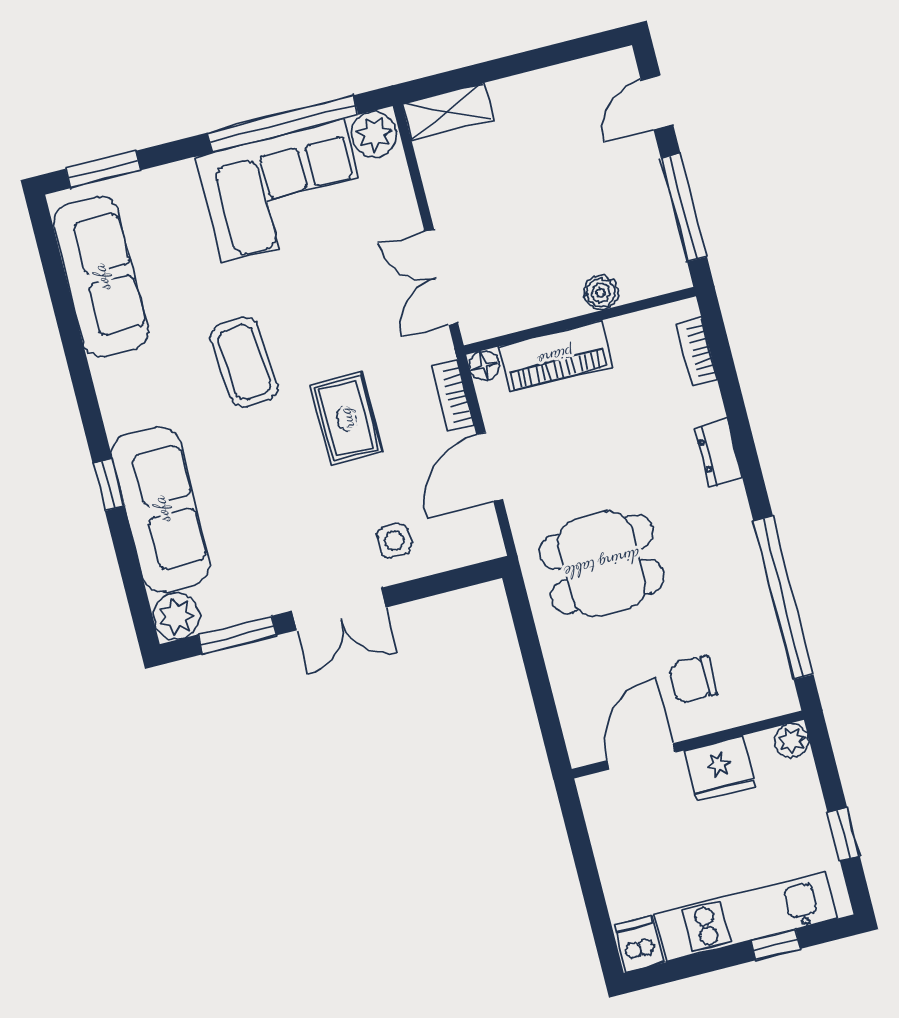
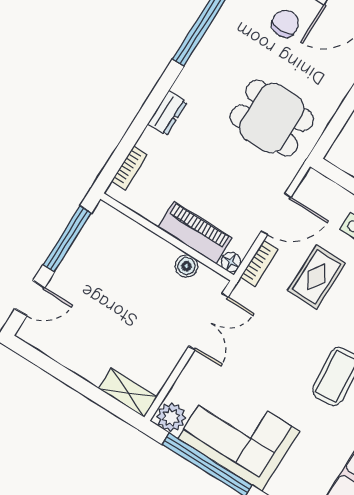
boiler: (601, 293) -> (186, 266), moved
rug: (346, 418) -> (316, 277), moved
chair: (693, 679) -> (285, 24), turned -90

